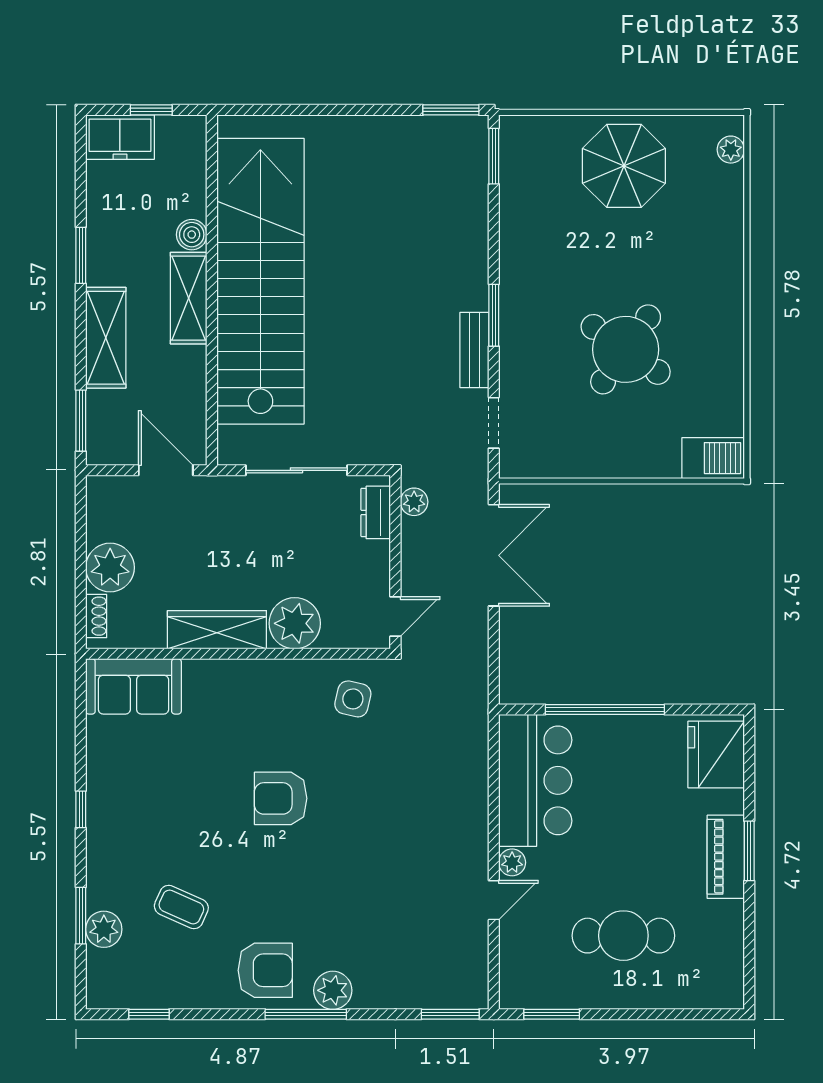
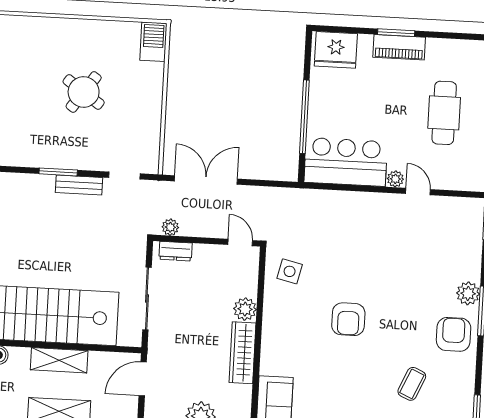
shelving: (189, 298) -> (59, 360), moved
round table: (626, 349) -> (84, 92), width x0.73, depth x0.73
plant: (295, 623) -> (245, 309), width x0.73, depth x0.73

